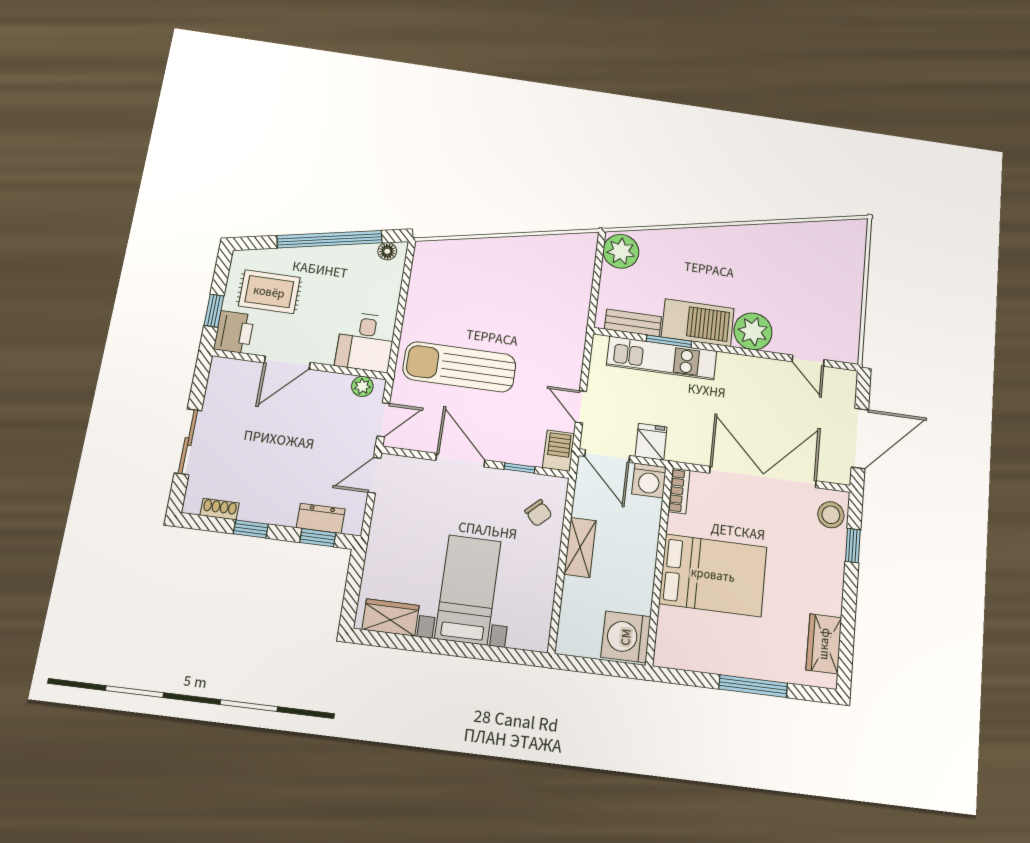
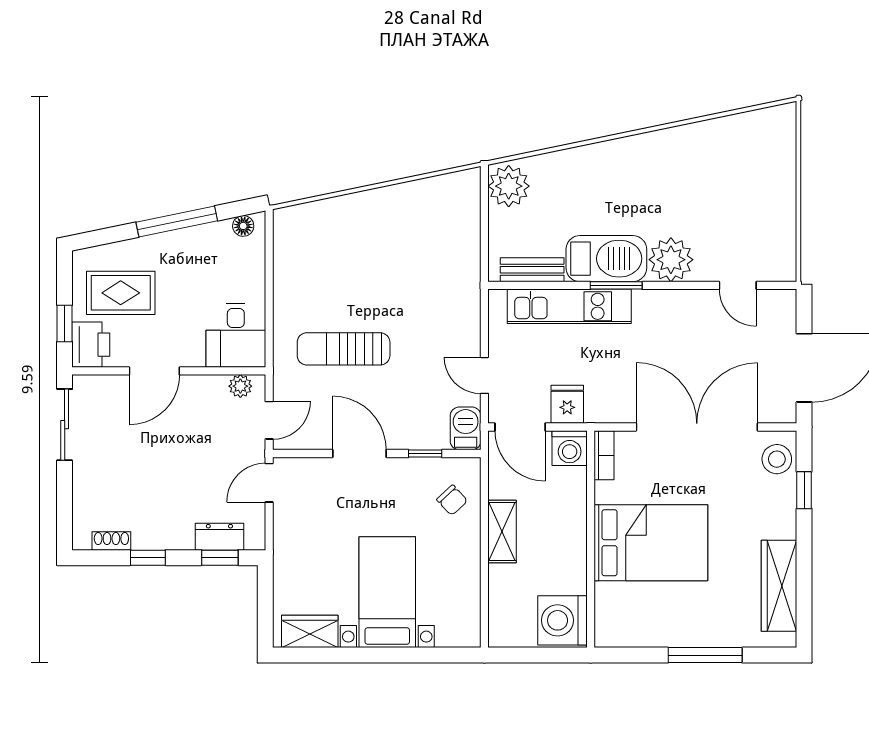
window: (330, 239) -> (177, 221), width x0.68
window: (669, 341) -> (616, 285), moved
sun lounger: (459, 367) -> (344, 349), width x0.73, depth x0.75
sliding door: (188, 442) -> (65, 425), moved
wardrobe: (824, 644) -> (779, 586), width x1.50

